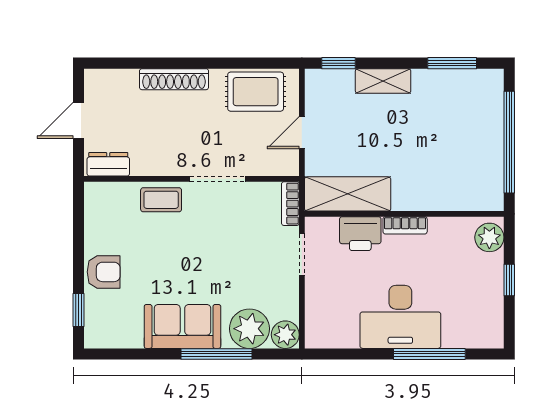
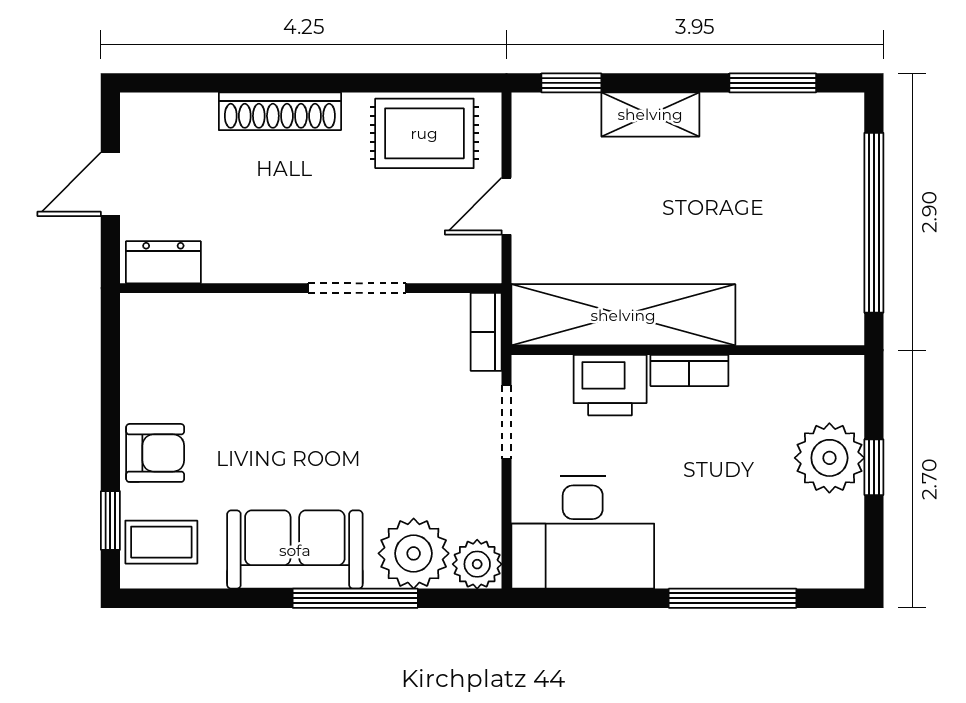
shelving: (348, 194) -> (623, 315), width x1.47
coffee table: (161, 200) -> (161, 542), moved
plant: (489, 237) -> (829, 458), moved, width x1.36, depth x1.36
desk: (400, 317) -> (583, 533), moved

